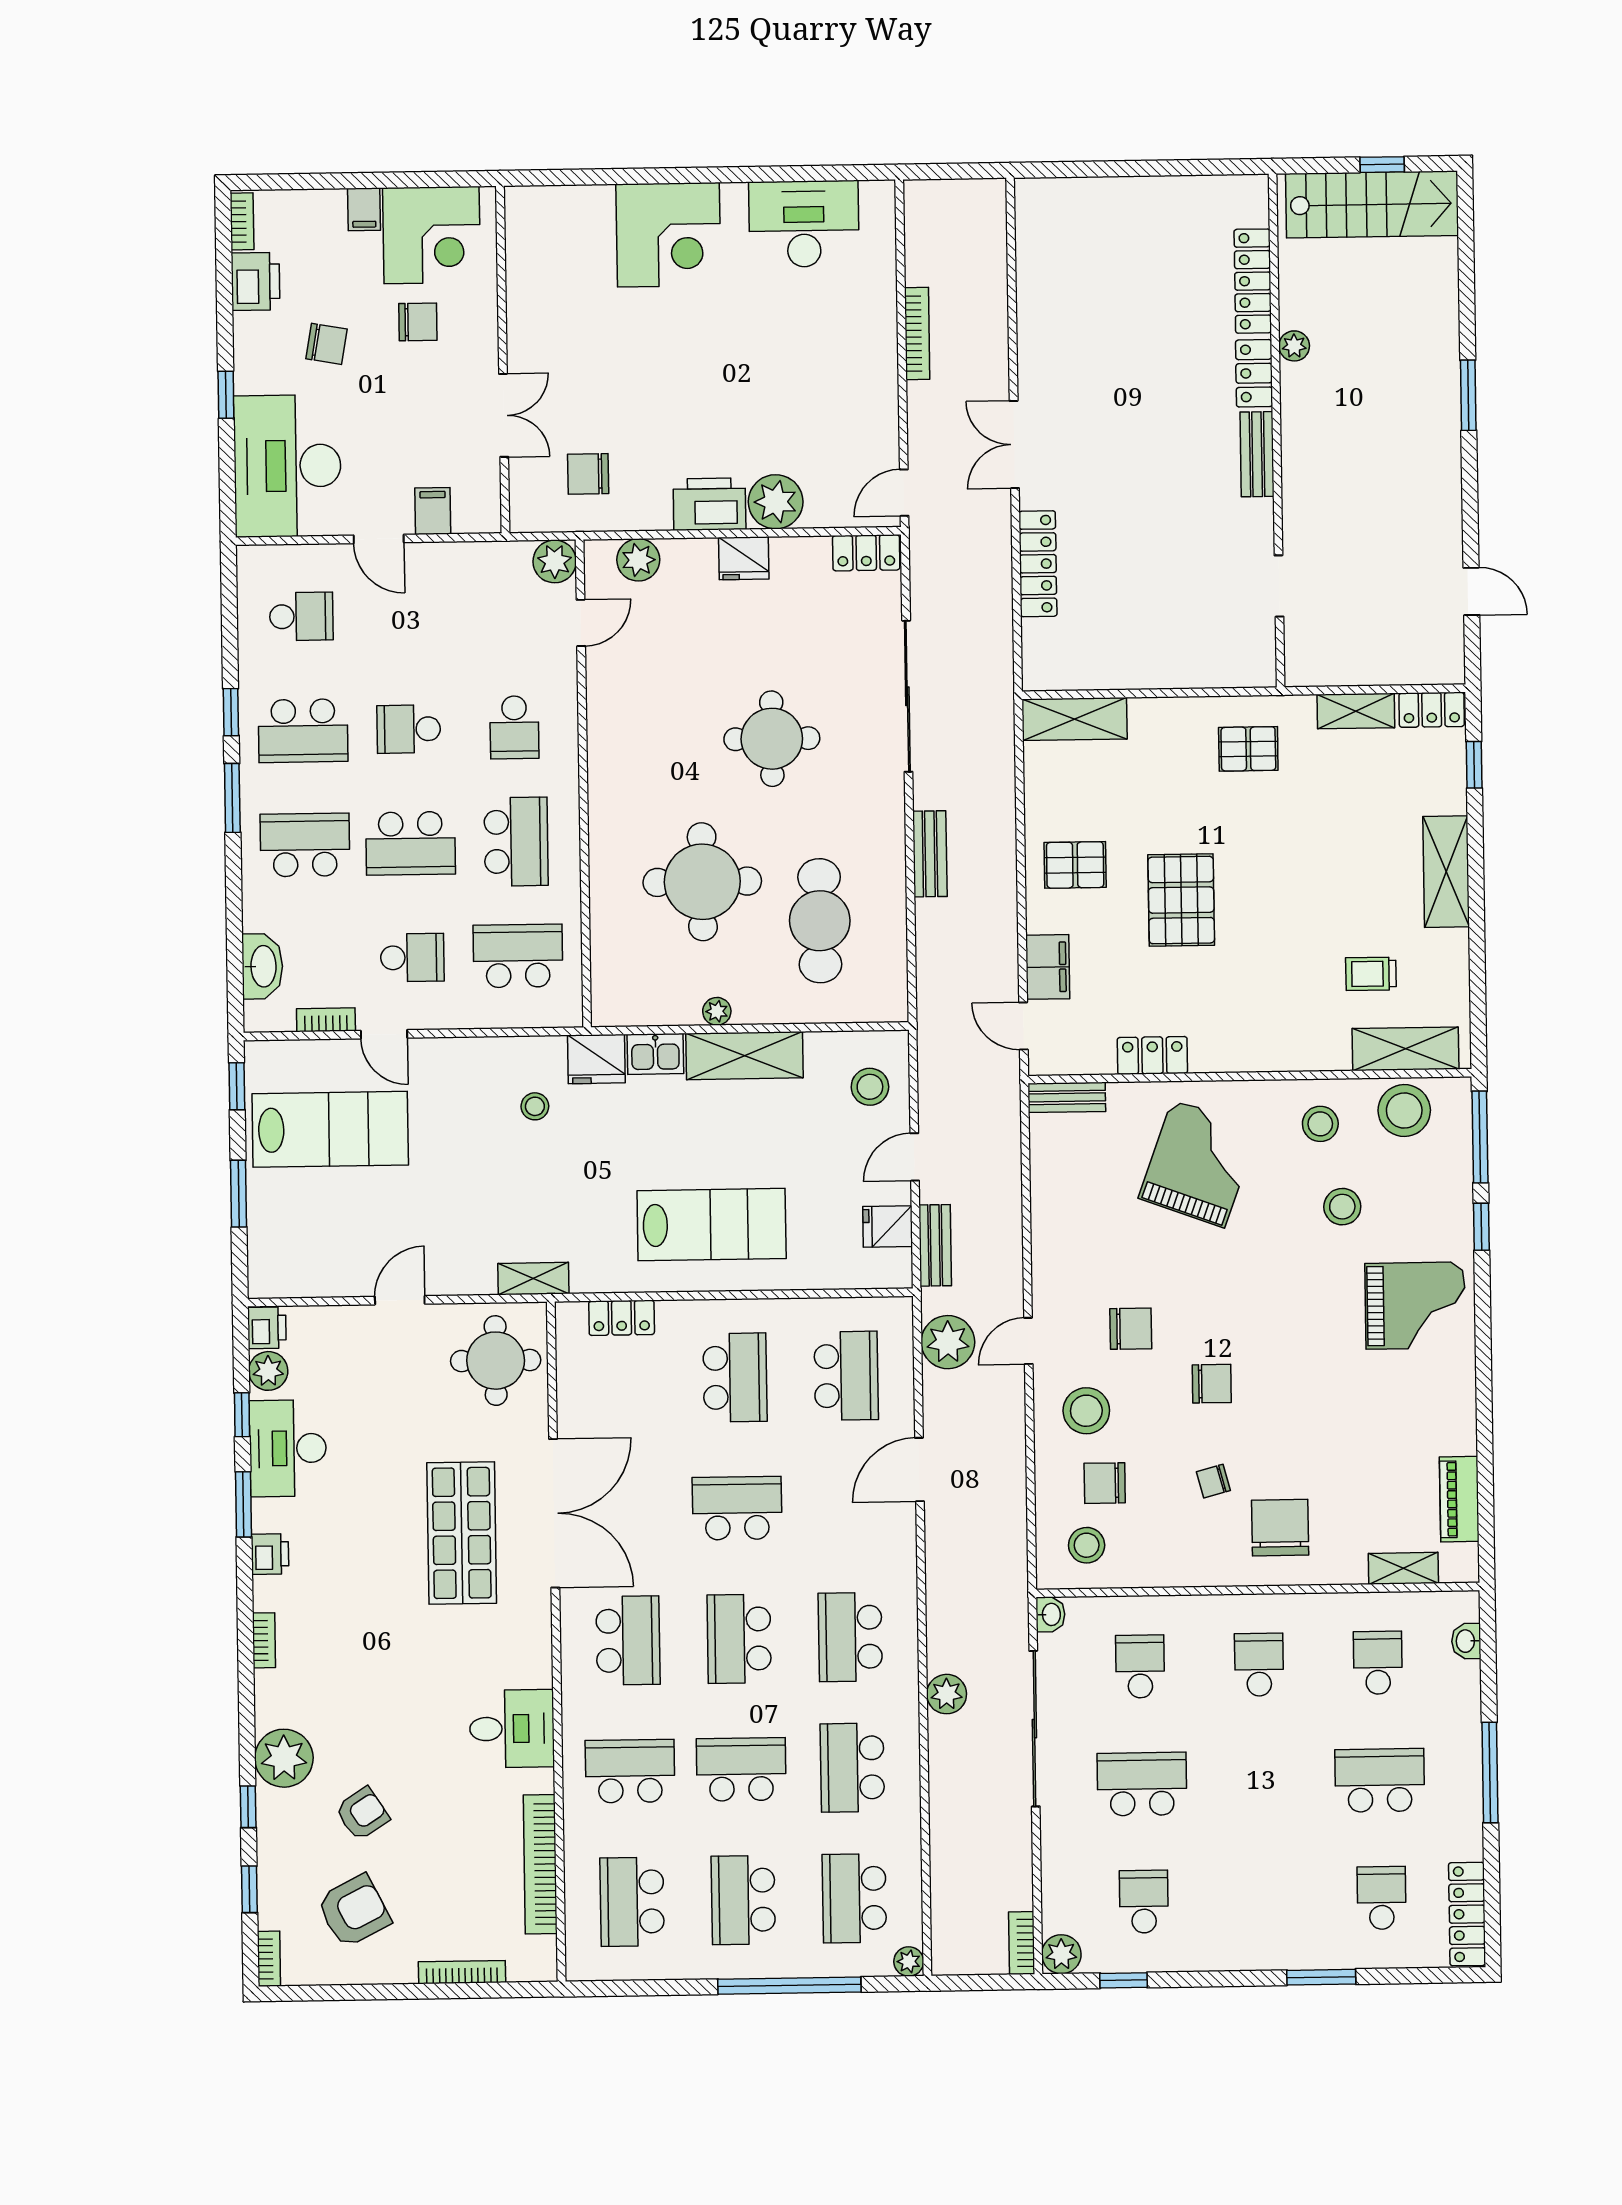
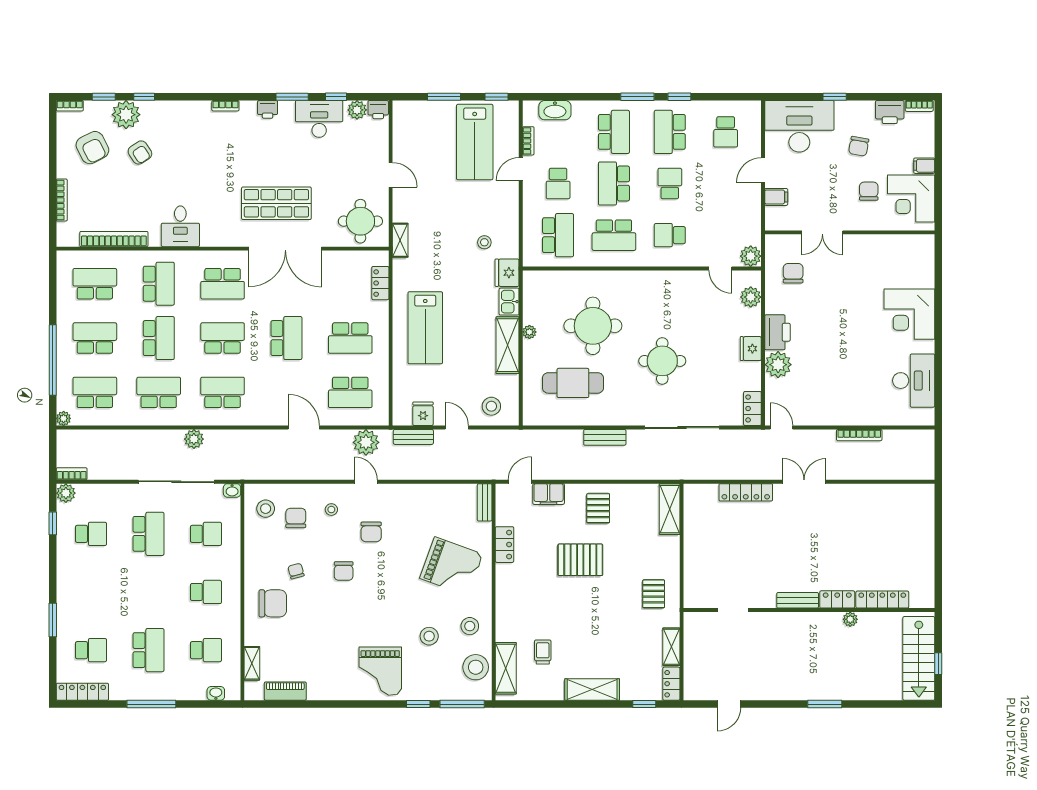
chair: (418, 322) -> (869, 191), turned 180
stool: (1086, 1411) -> (331, 510), width x0.53, depth x0.53
plant: (284, 1758) -> (126, 115), moved

